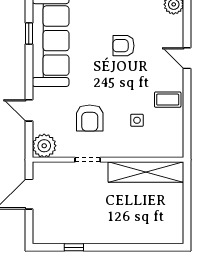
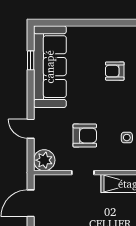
armchair: (90, 118) -> (85, 136), turned -90

